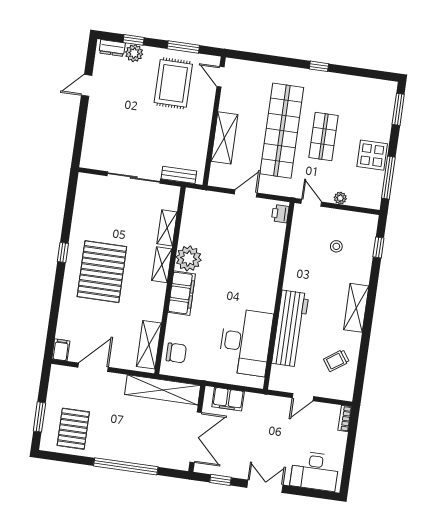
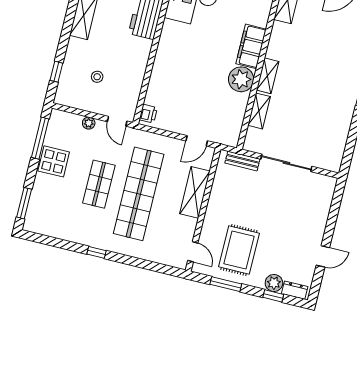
door: (246, 193) -> (197, 141), moved
pallet: (102, 272) -> (326, 75), removed

